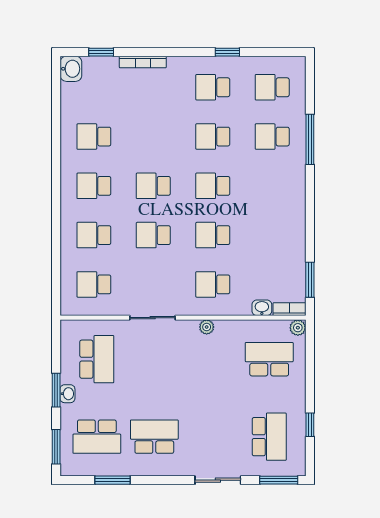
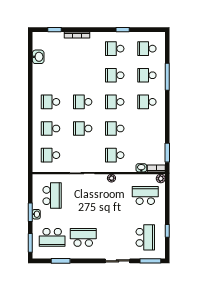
washbasin: (71, 69) -> (38, 57), moved
school desk: (94, 137) -> (147, 102), moved

